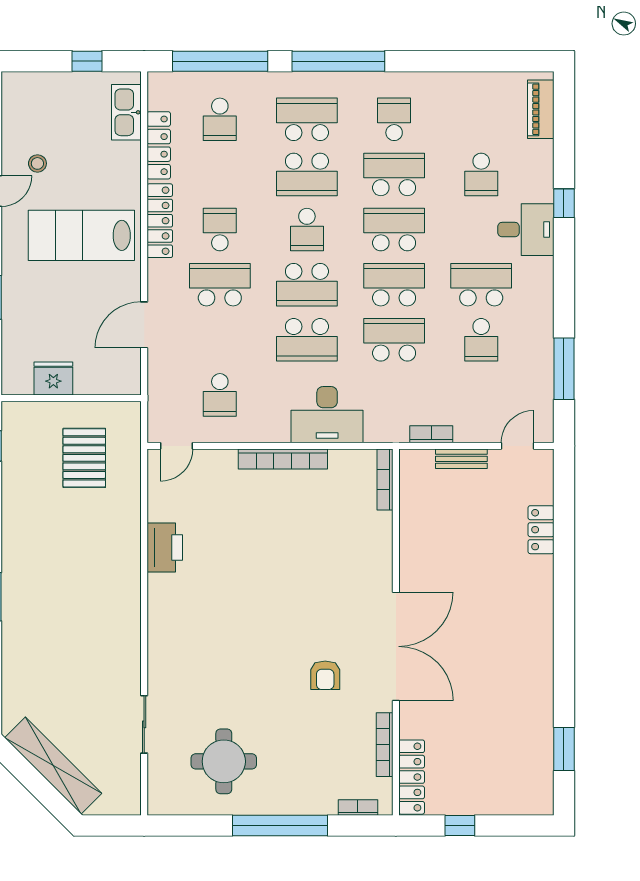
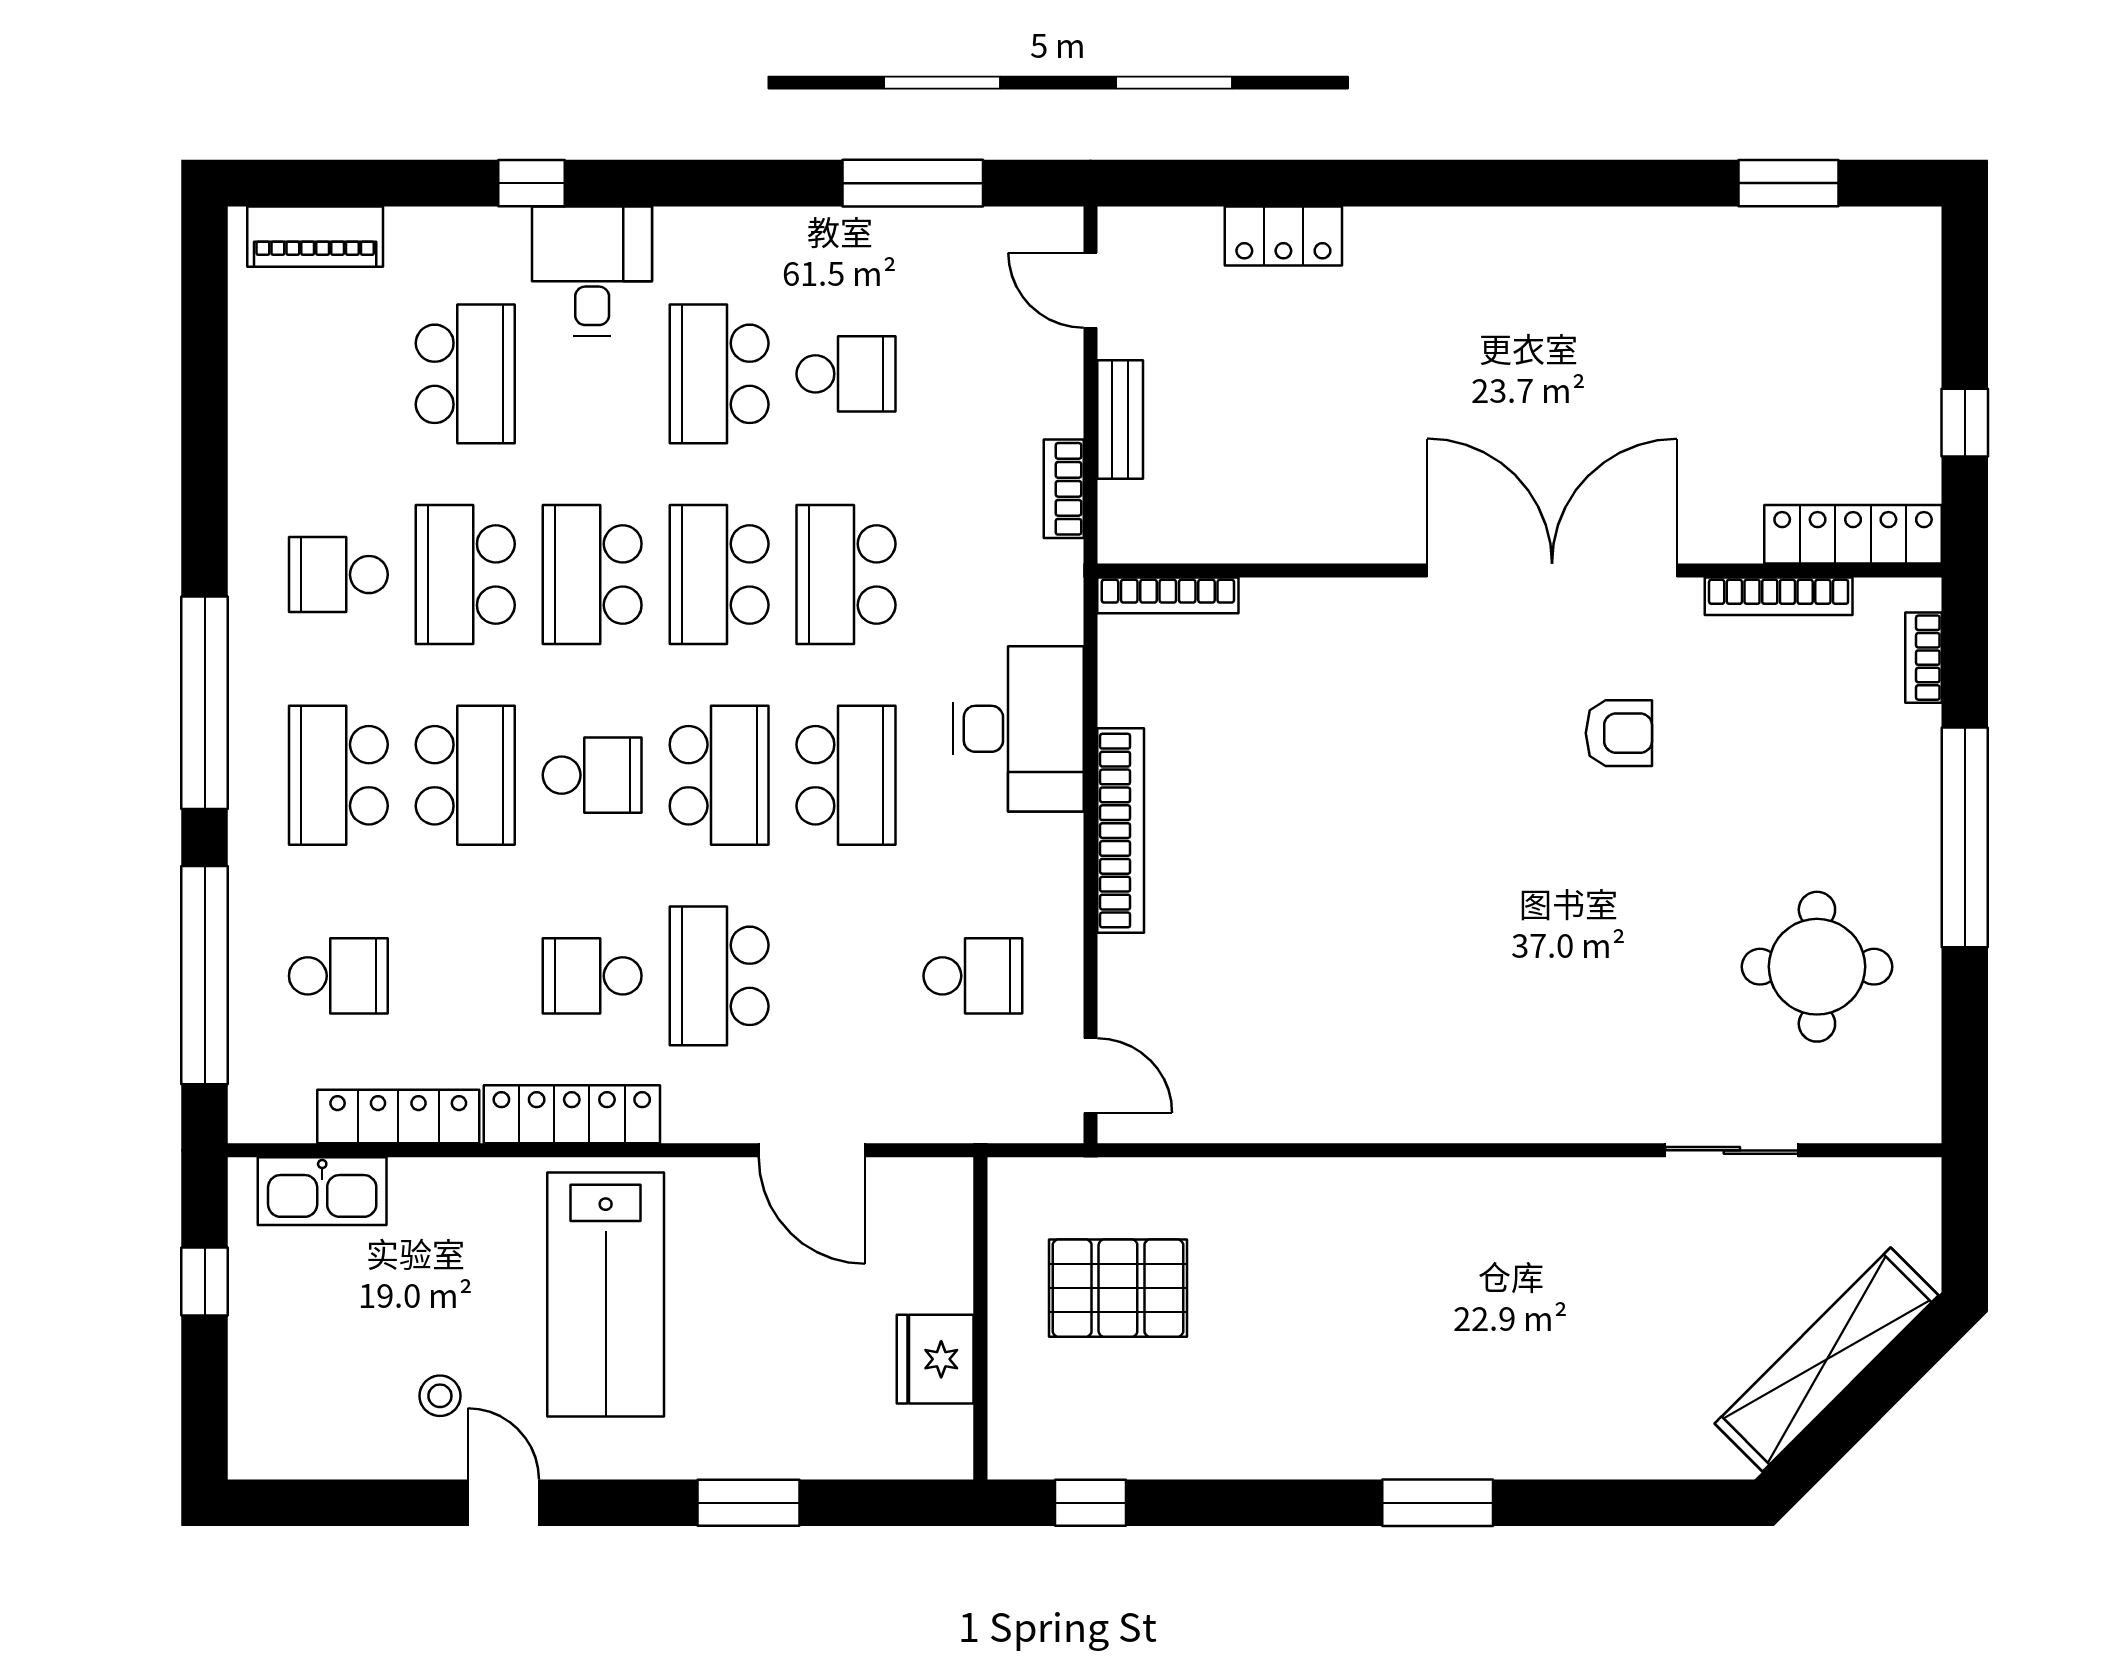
school desk: (481, 174) -> (465, 374), width x1.85
printer: (165, 547) -> (1324, 1103), removed

